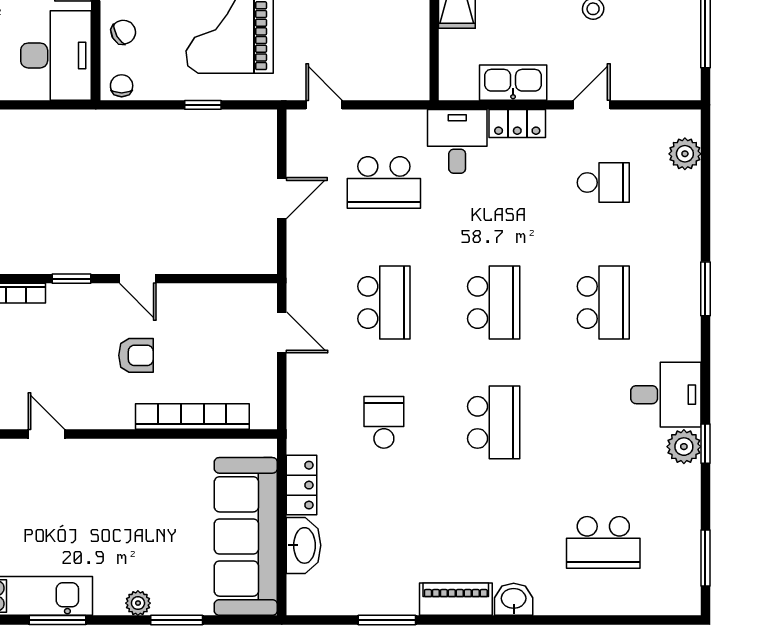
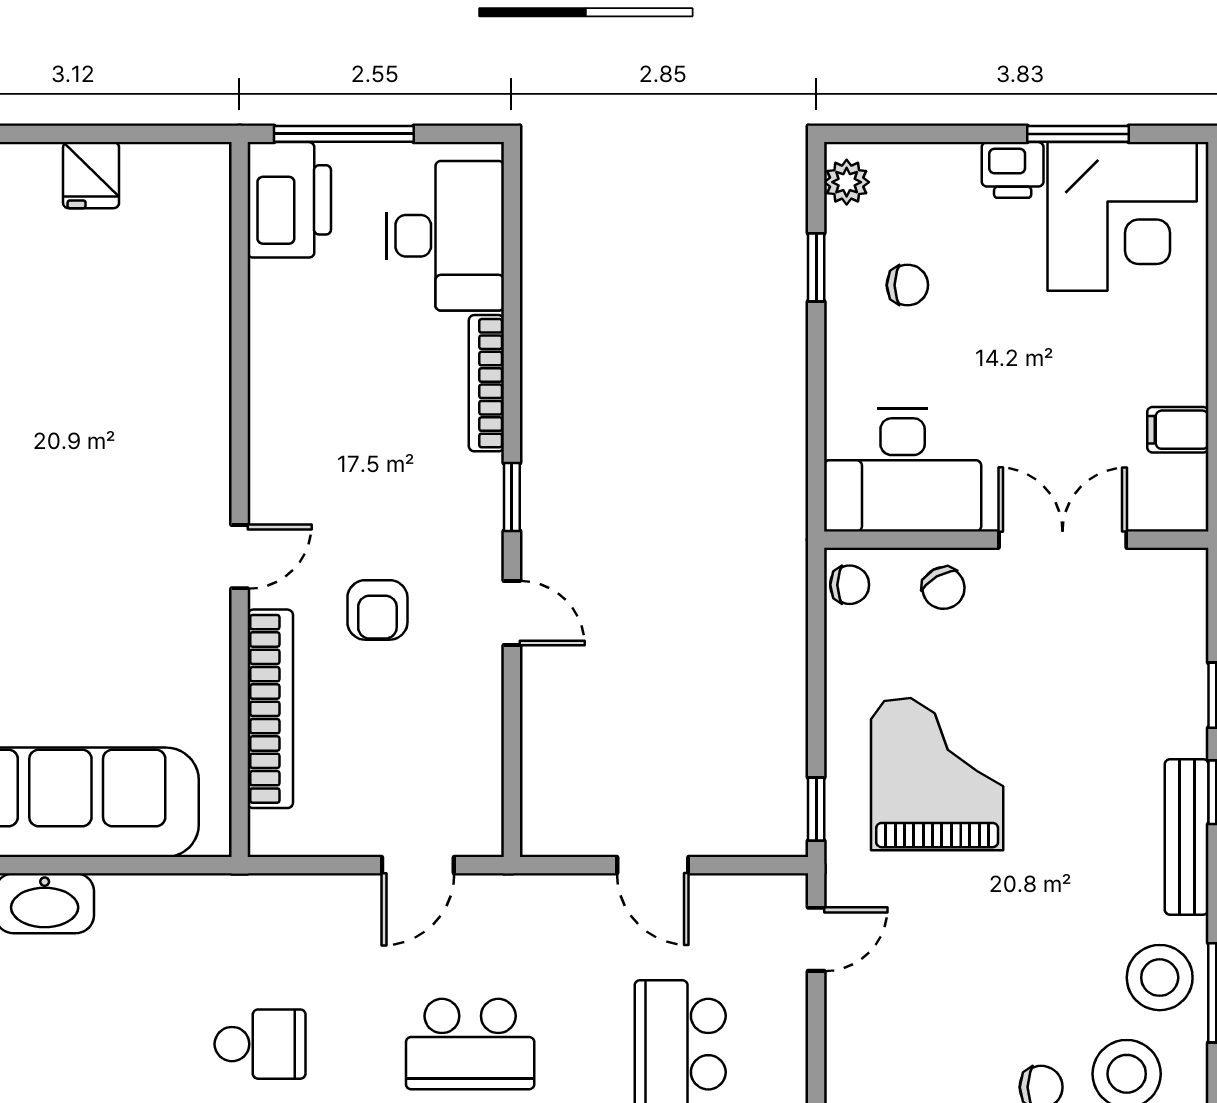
window: (203, 105) -> (816, 809), moved
door: (138, 279) -> (512, 613), swing flipped
door: (46, 434) -> (240, 557), moved
locker: (301, 485) -> (150, 900), removed

